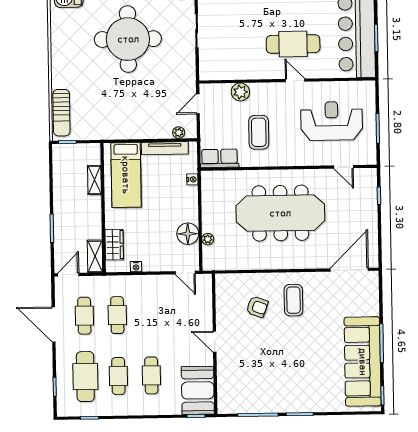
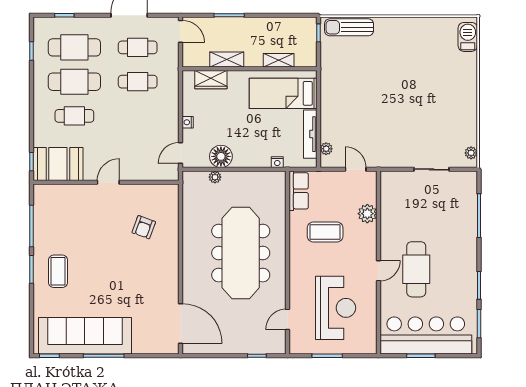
round table: (128, 39) -> (424, 98), removed
shelving: (95, 256) -> (227, 60), moved
nightstand: (136, 267) -> (188, 122), moved
coffee table: (293, 300) -> (58, 271), moved, turned 90
cafe table: (118, 376) -> (74, 82), width x1.37, depth x1.35

